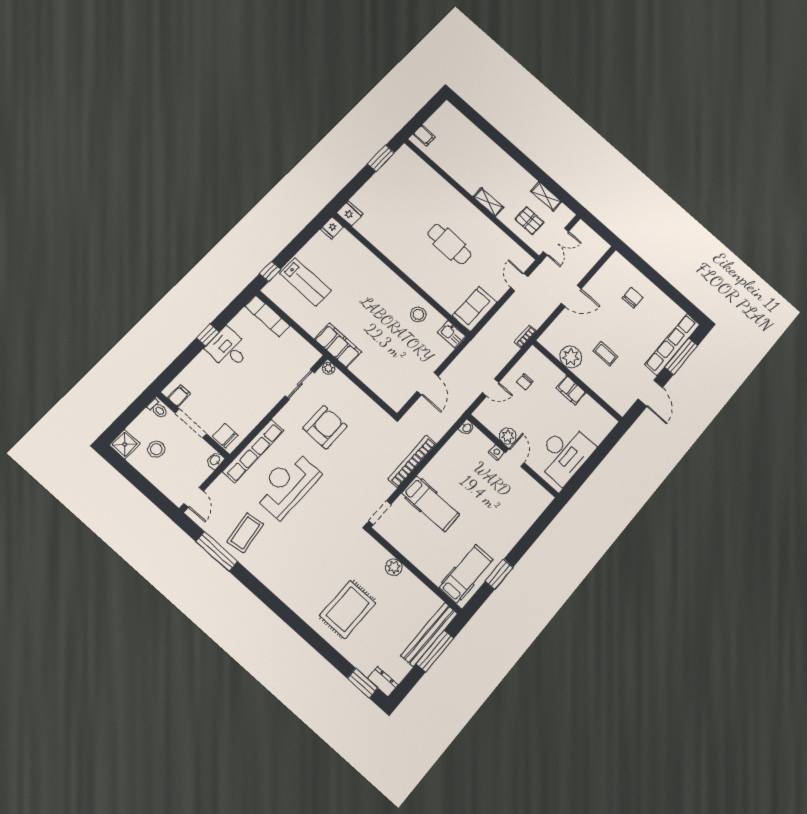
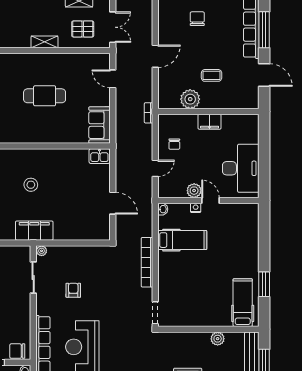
stool: (418, 314) -> (31, 185), moved
armchair: (325, 427) -> (73, 290), width x0.53, depth x0.53
hospital bed: (431, 504) -> (182, 240), moved
plant: (394, 567) -> (218, 339), moved

